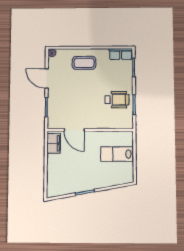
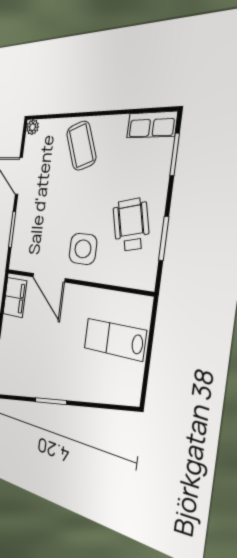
coffee table: (84, 63) -> (81, 146), turned 69
wheelchair: (117, 100) -> (131, 225), turned -103
side table: (93, 113) -> (83, 249), added

